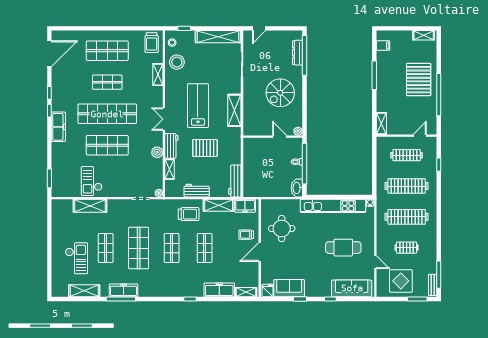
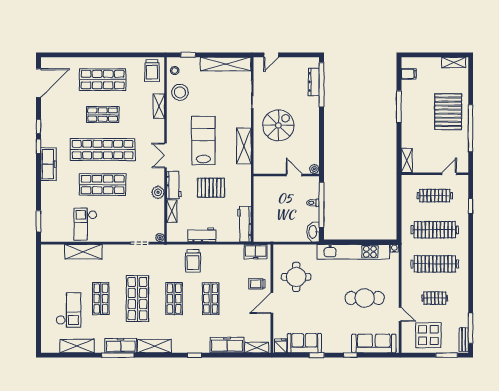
spiral stairs: (280, 93) -> (278, 125), moved, turned 180
shelving: (219, 205) -> (154, 346), moved
trolley: (189, 214) -> (193, 261), turned 90

